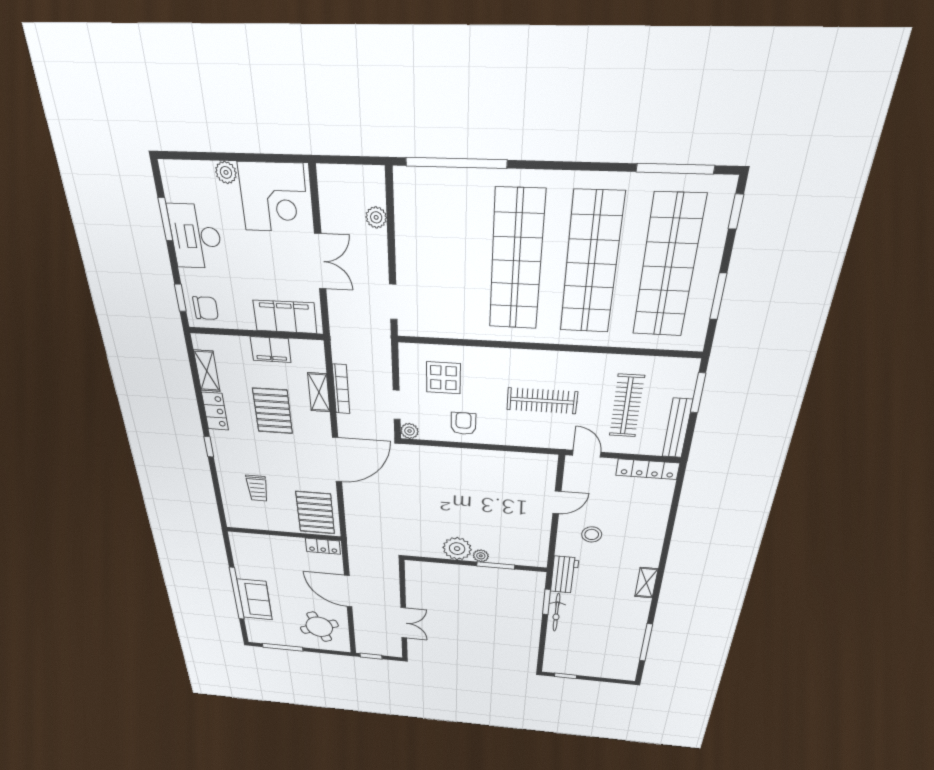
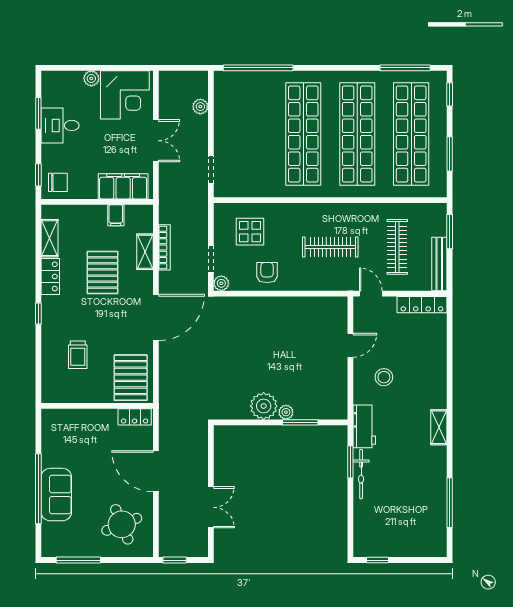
desk: (196, 237) -> (60, 125), width x0.73
filing cabinet: (271, 350) -> (116, 215), width x0.50

